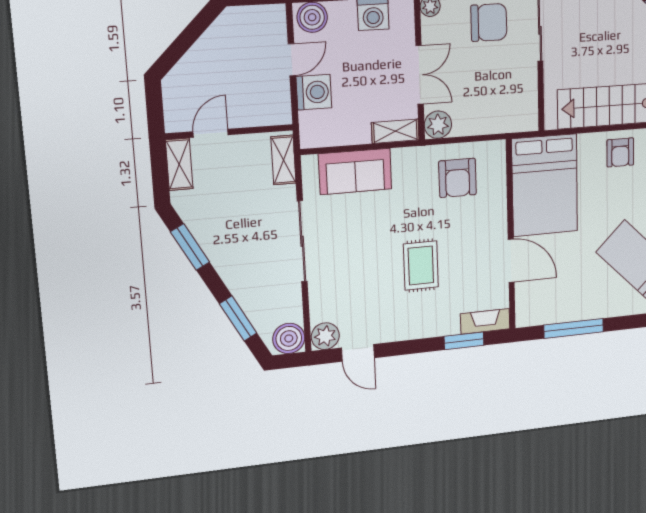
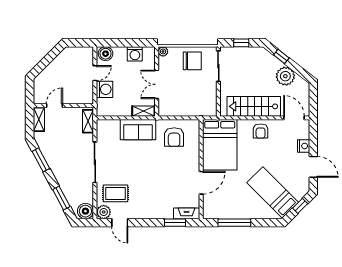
double door: (420, 75) -> (157, 84), swing flipped
plant: (438, 125) -> (165, 110), removed
sofa: (355, 171) -> (138, 130), moved
door: (511, 261) -> (201, 183), hinge flipped
rug: (421, 266) -> (115, 193), moved, turned 90

